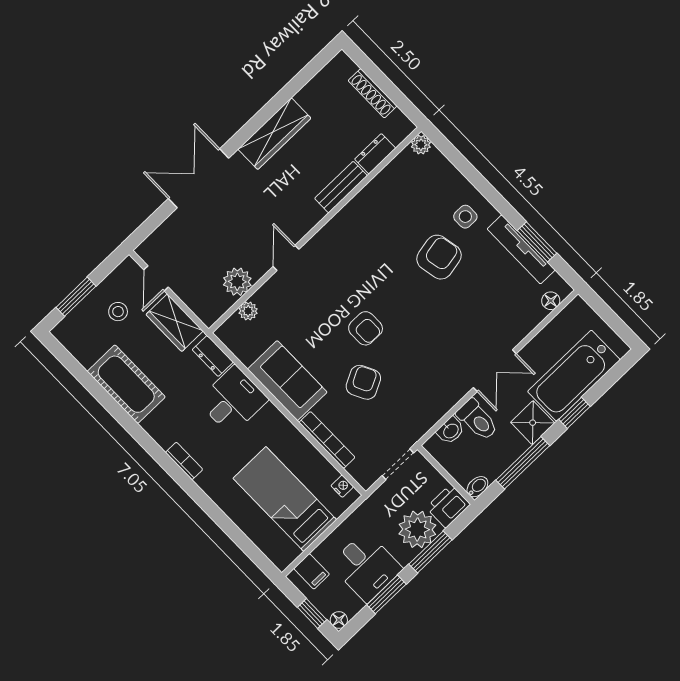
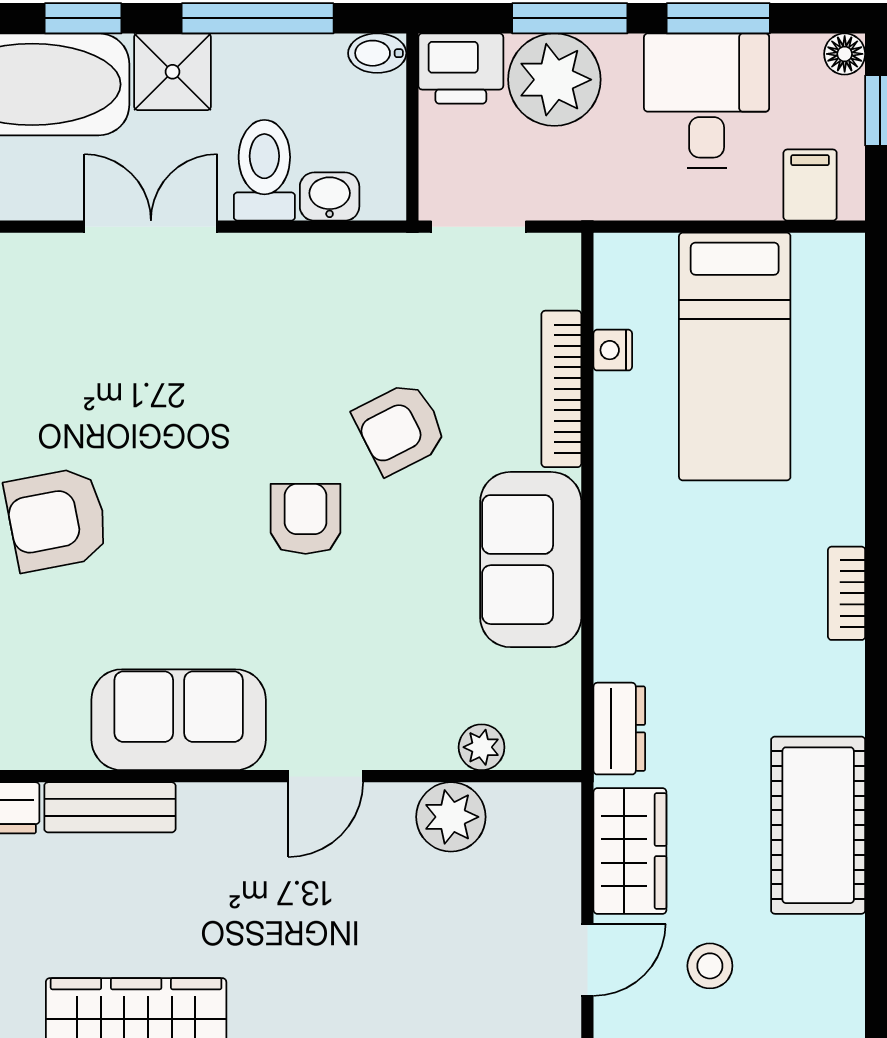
sofa: (346, 233) -> (179, 720), added
desk: (233, 400) -> (659, 617), removed
nightstand: (342, 486) -> (613, 350), moved

